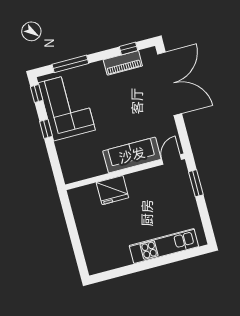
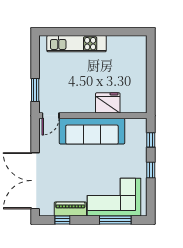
window: (37, 94) -> (151, 140), moved
corner sofa: (67, 106) -> (114, 197), moved, turned 90
sofa: (132, 155) -> (92, 131), width x1.36, depth x1.27

